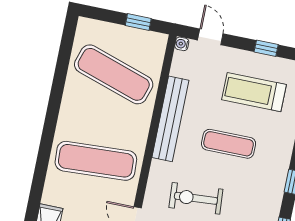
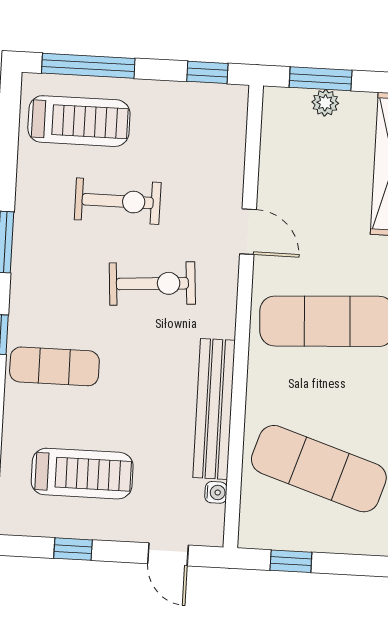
water cooler: (182, 44) -> (216, 492), moved
exercise mat: (229, 144) -> (54, 366), moved

